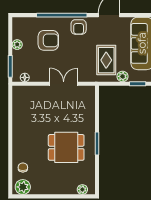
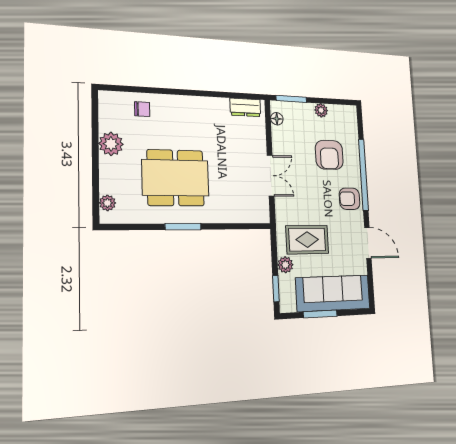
dresser: (18, 99) -> (245, 107), added
dining table: (66, 147) -> (176, 178), width x1.38
plant: (23, 187) -> (111, 144), moved

